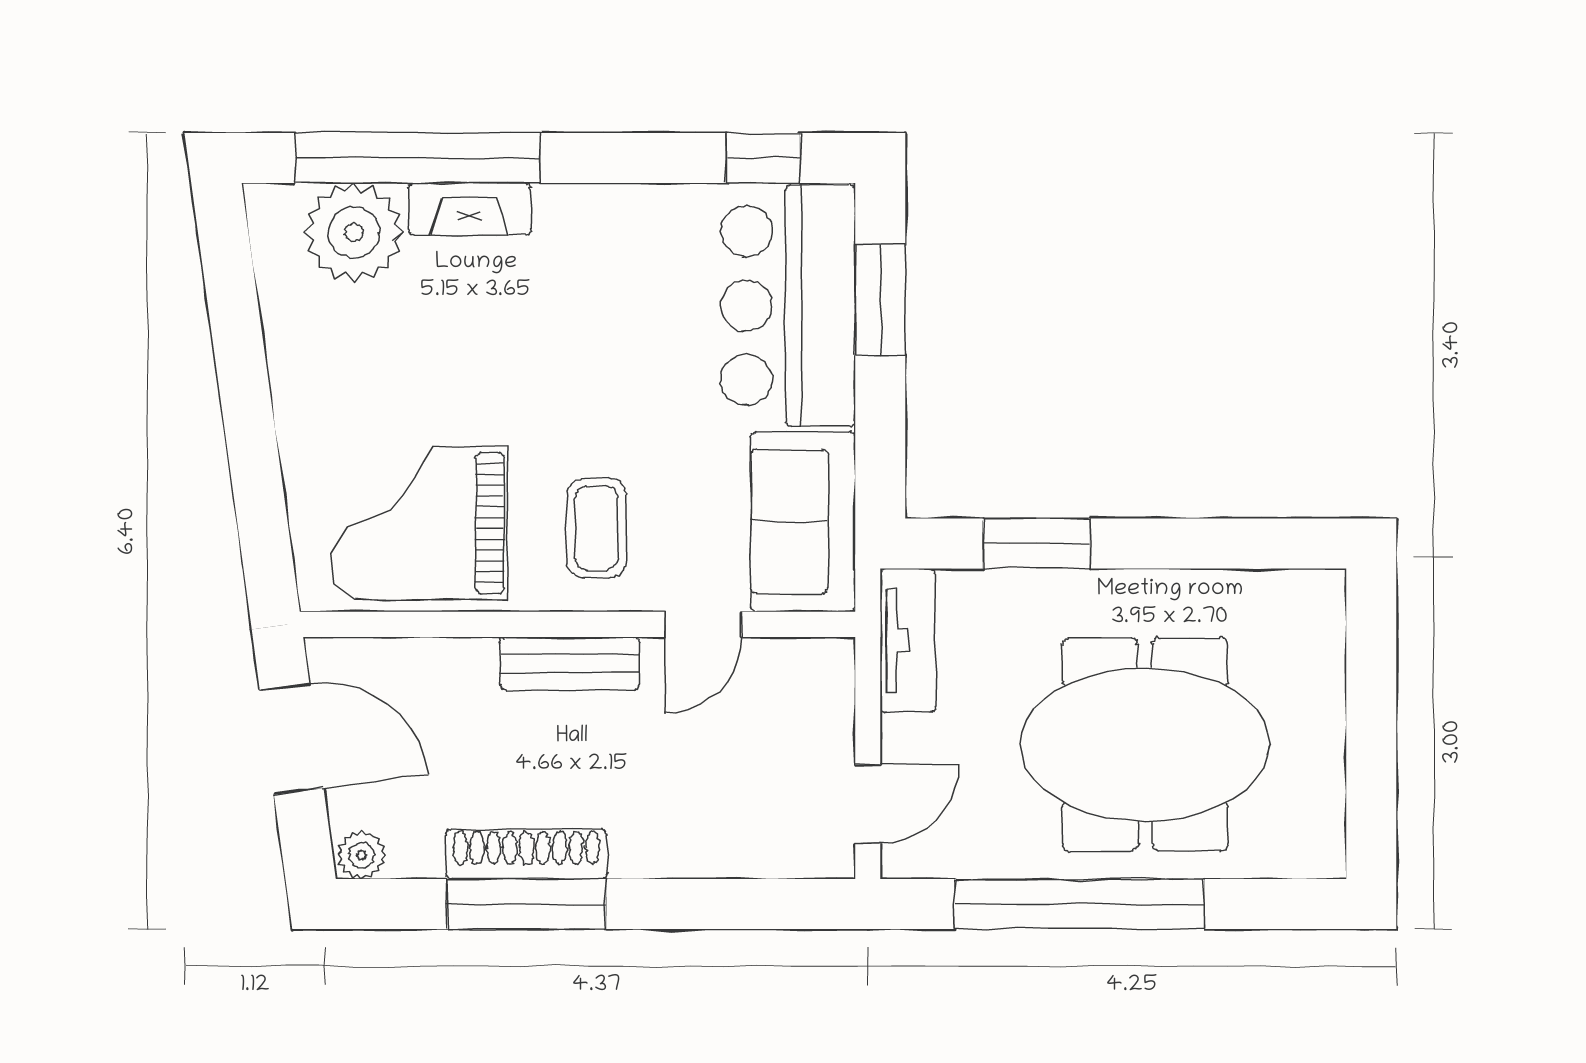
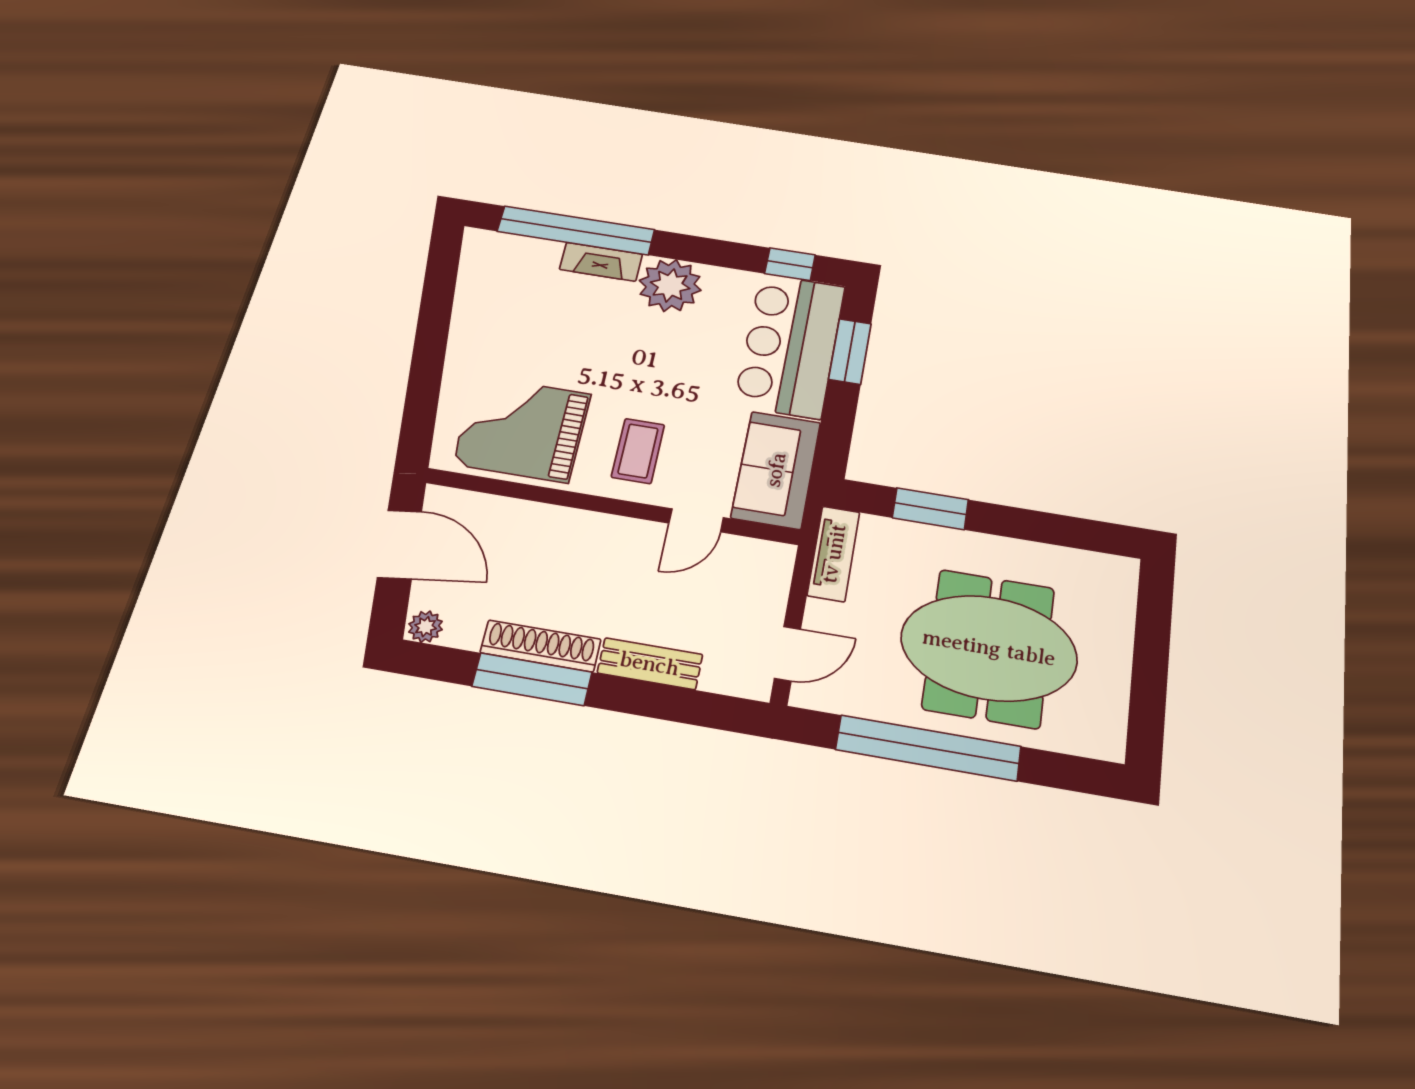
plant: (354, 232) -> (670, 285), moved
bench: (569, 663) -> (650, 664), moved

